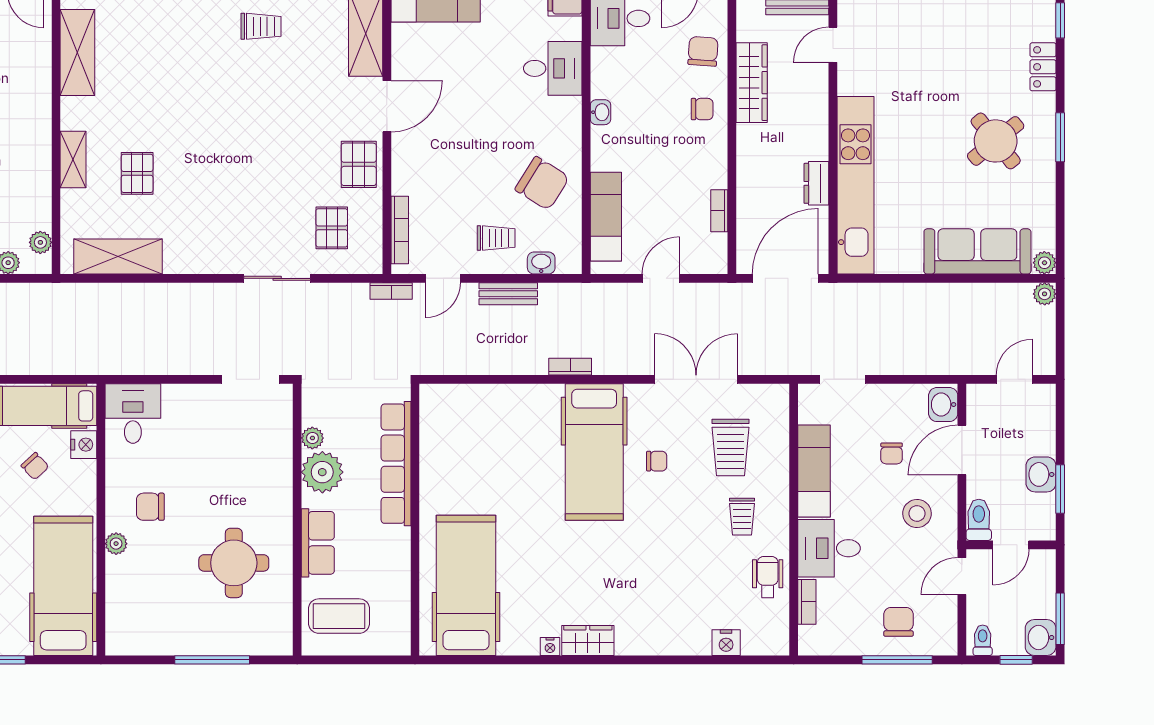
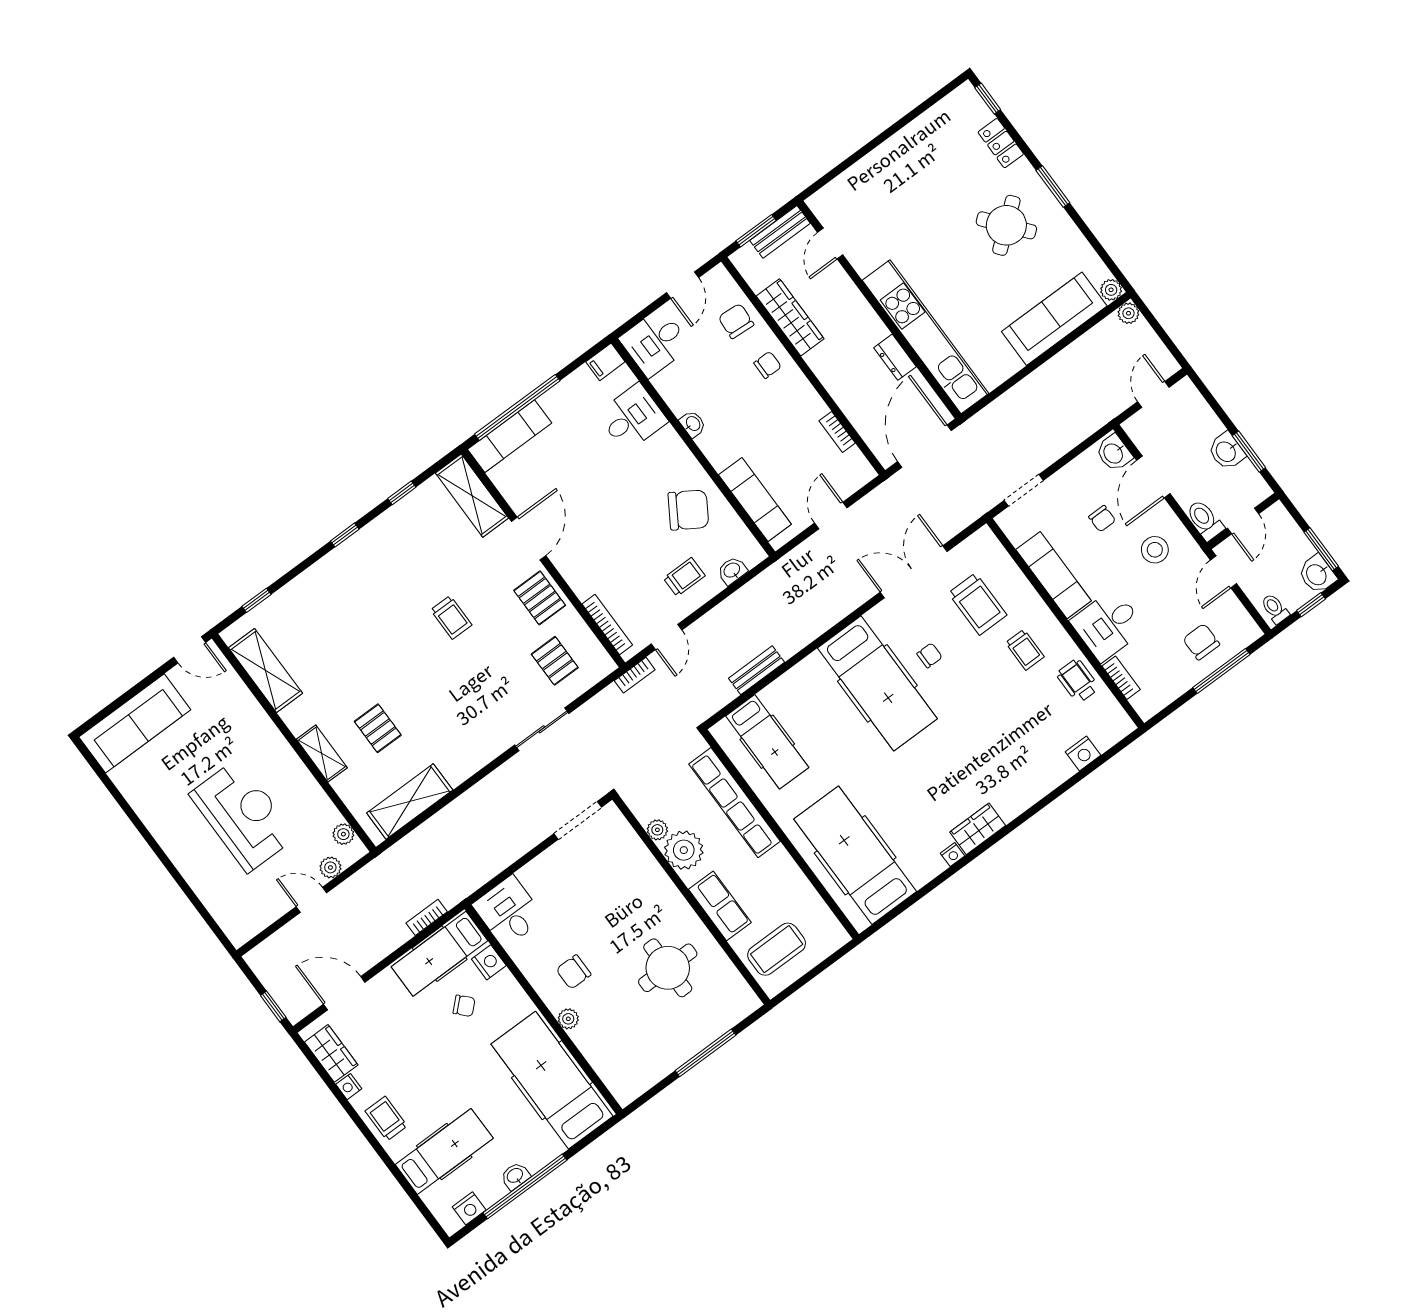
trolley: (261, 26) -> (451, 617), moved, turned 90
bench: (508, 294) -> (756, 670), moved
bookcase: (570, 367) -> (427, 917), moved
hospital bed: (463, 432) -> (767, 742), added

